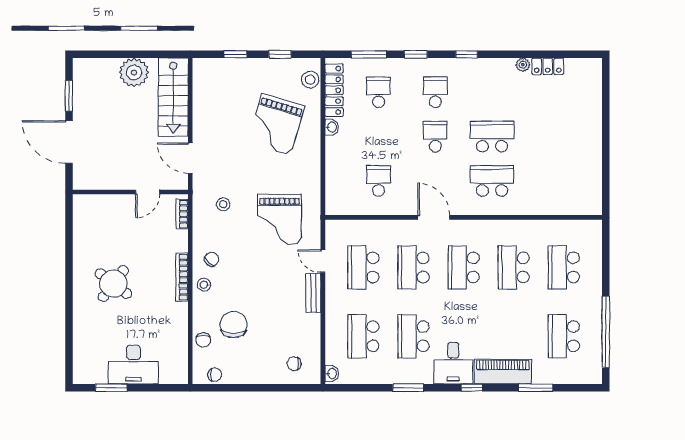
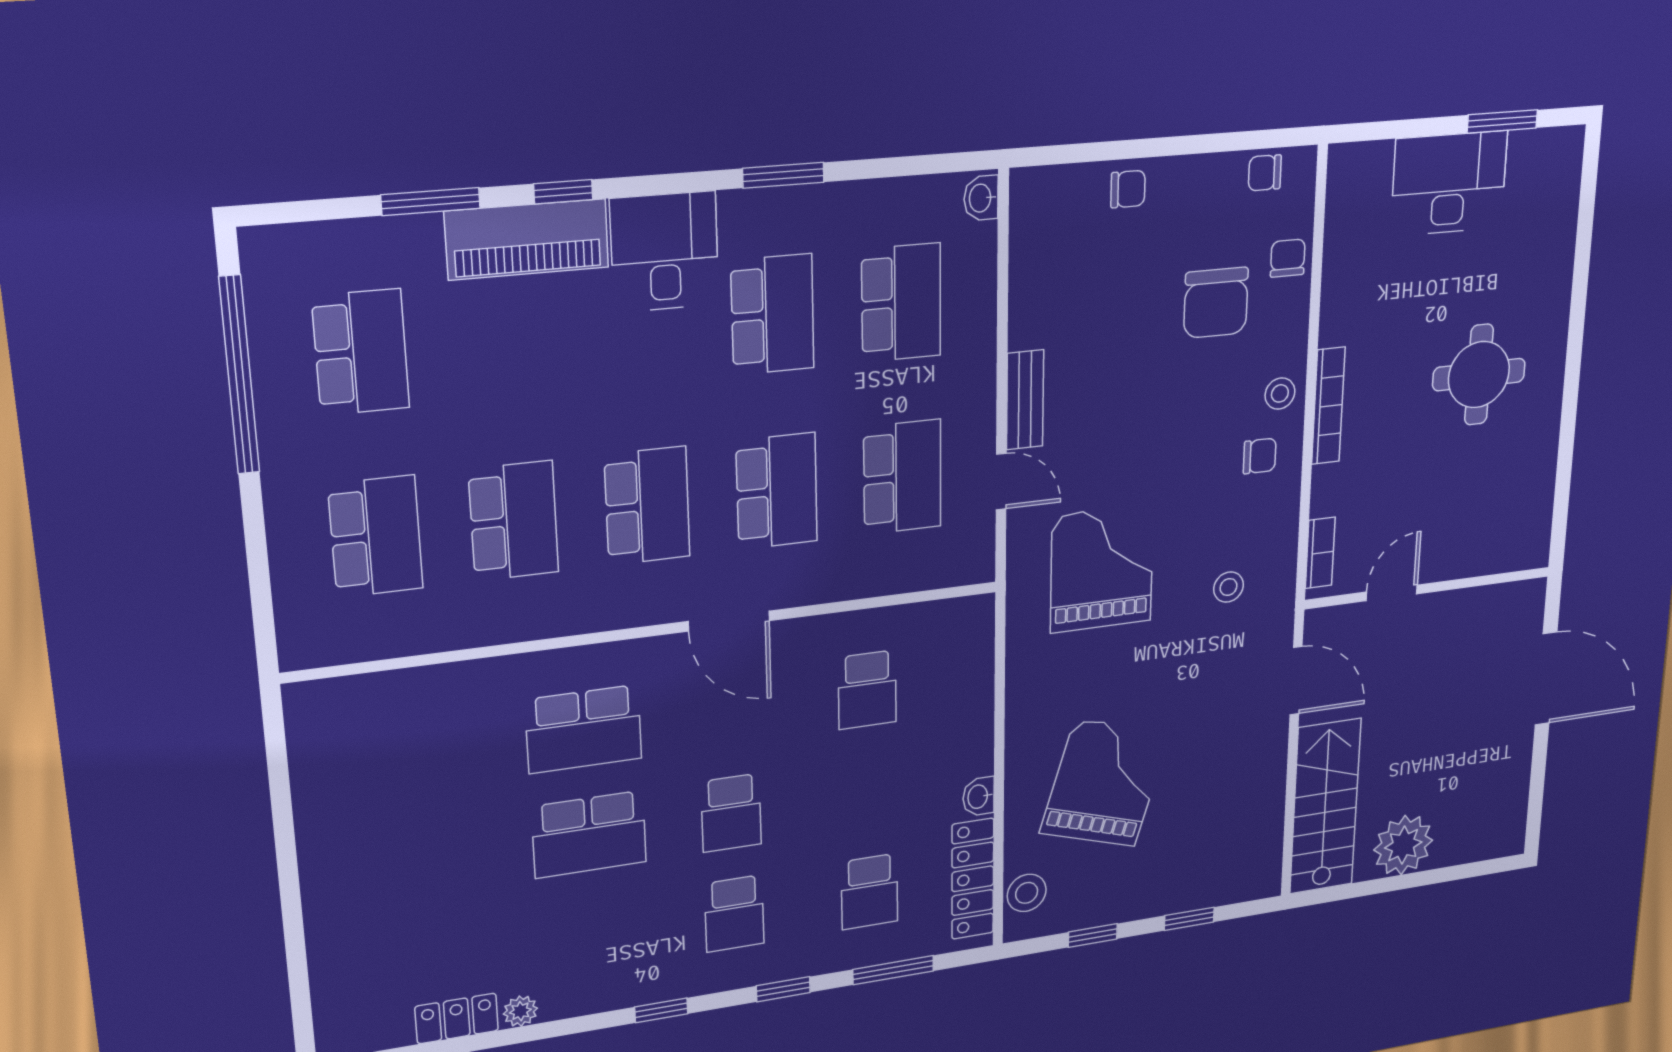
window: (69, 96) -> (1538, 775), removed
chair: (212, 259) -> (1260, 456), turned -132
round table: (113, 284) -> (1479, 375), turned -37
chair: (294, 364) -> (1128, 189), moved
window: (472, 388) -> (563, 192), moved

